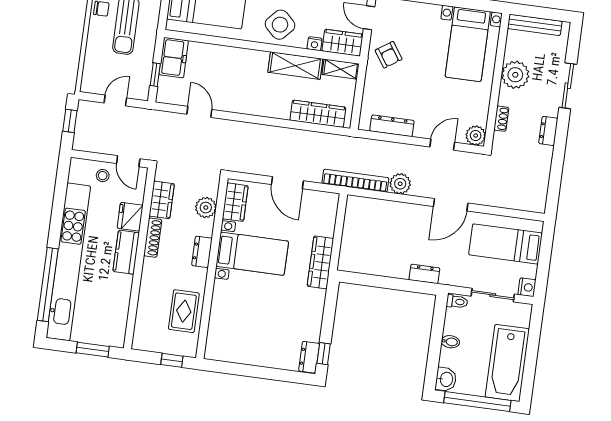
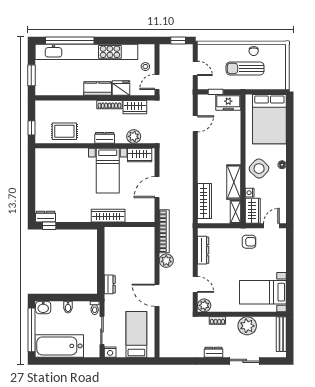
armchair: (389, 55) -> (249, 242), turned -146

